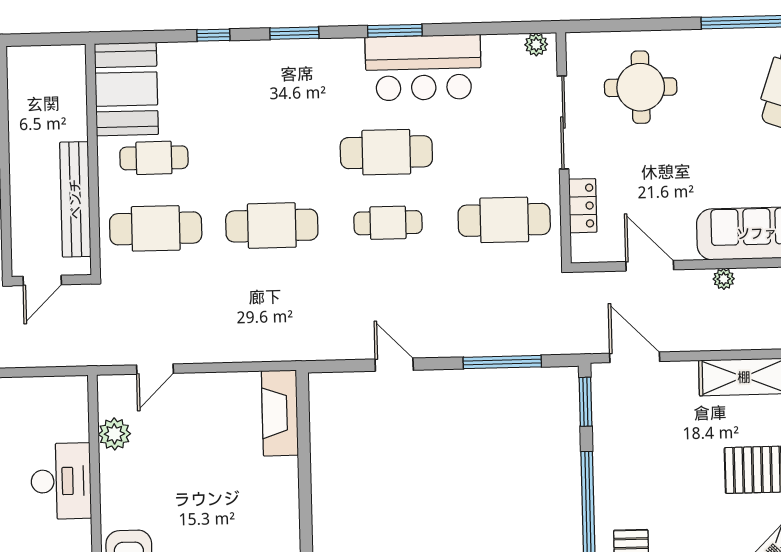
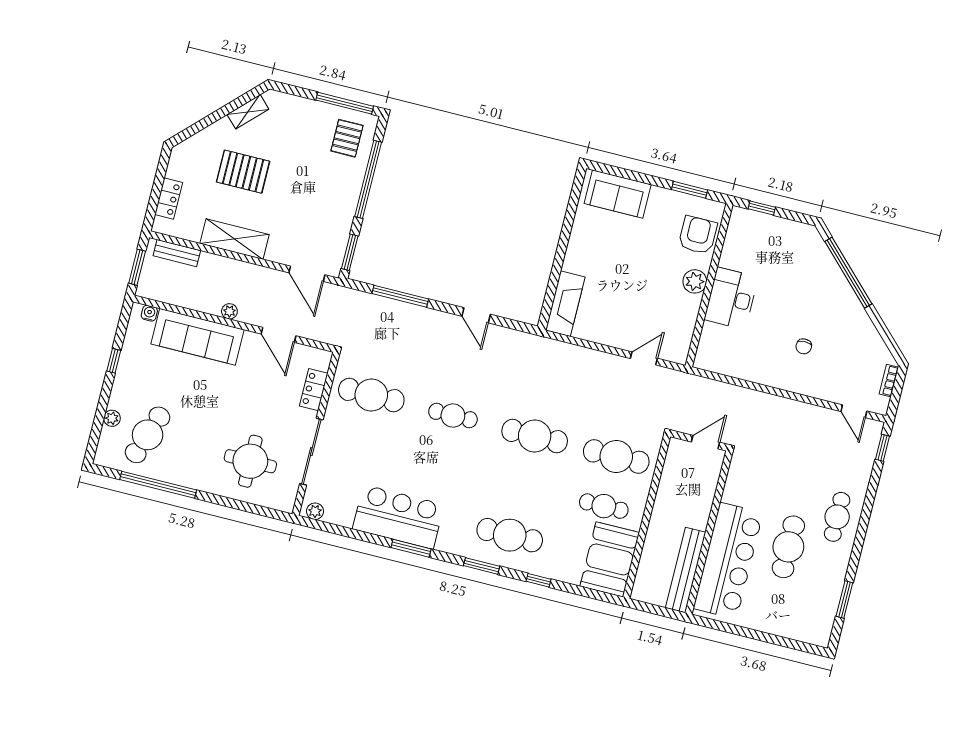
cafe table: (386, 152) -> (510, 535), moved
bench: (75, 199) -> (686, 570), moved
plant: (114, 434) -> (695, 281), moved

